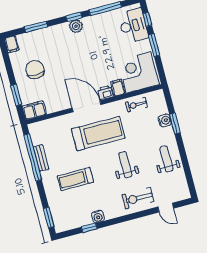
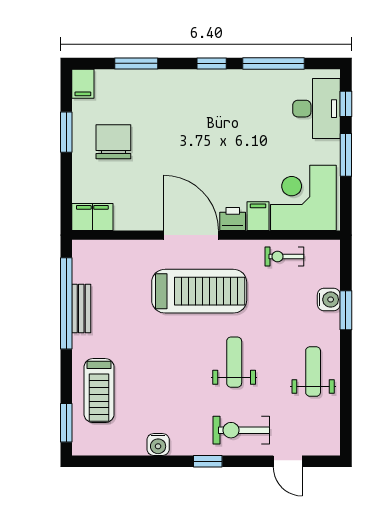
plant: (76, 26) -> (211, 82), removed
window: (16, 95) -> (66, 132), moved
treadmill: (75, 179) -> (99, 391), moved, turned -90
window: (89, 228) -> (208, 461), moved

